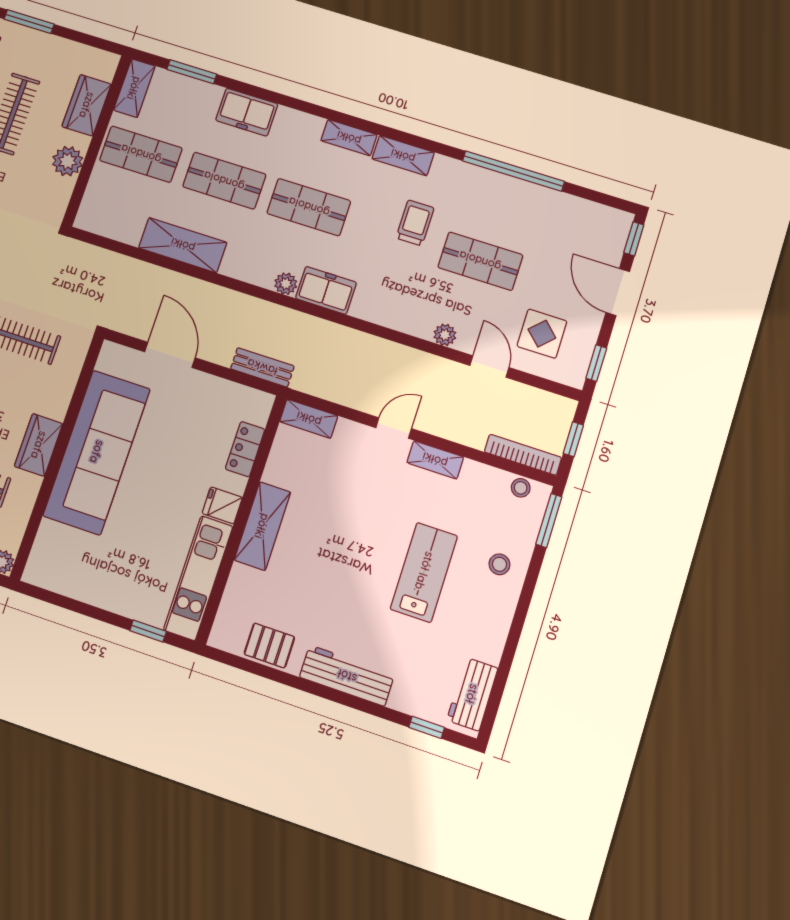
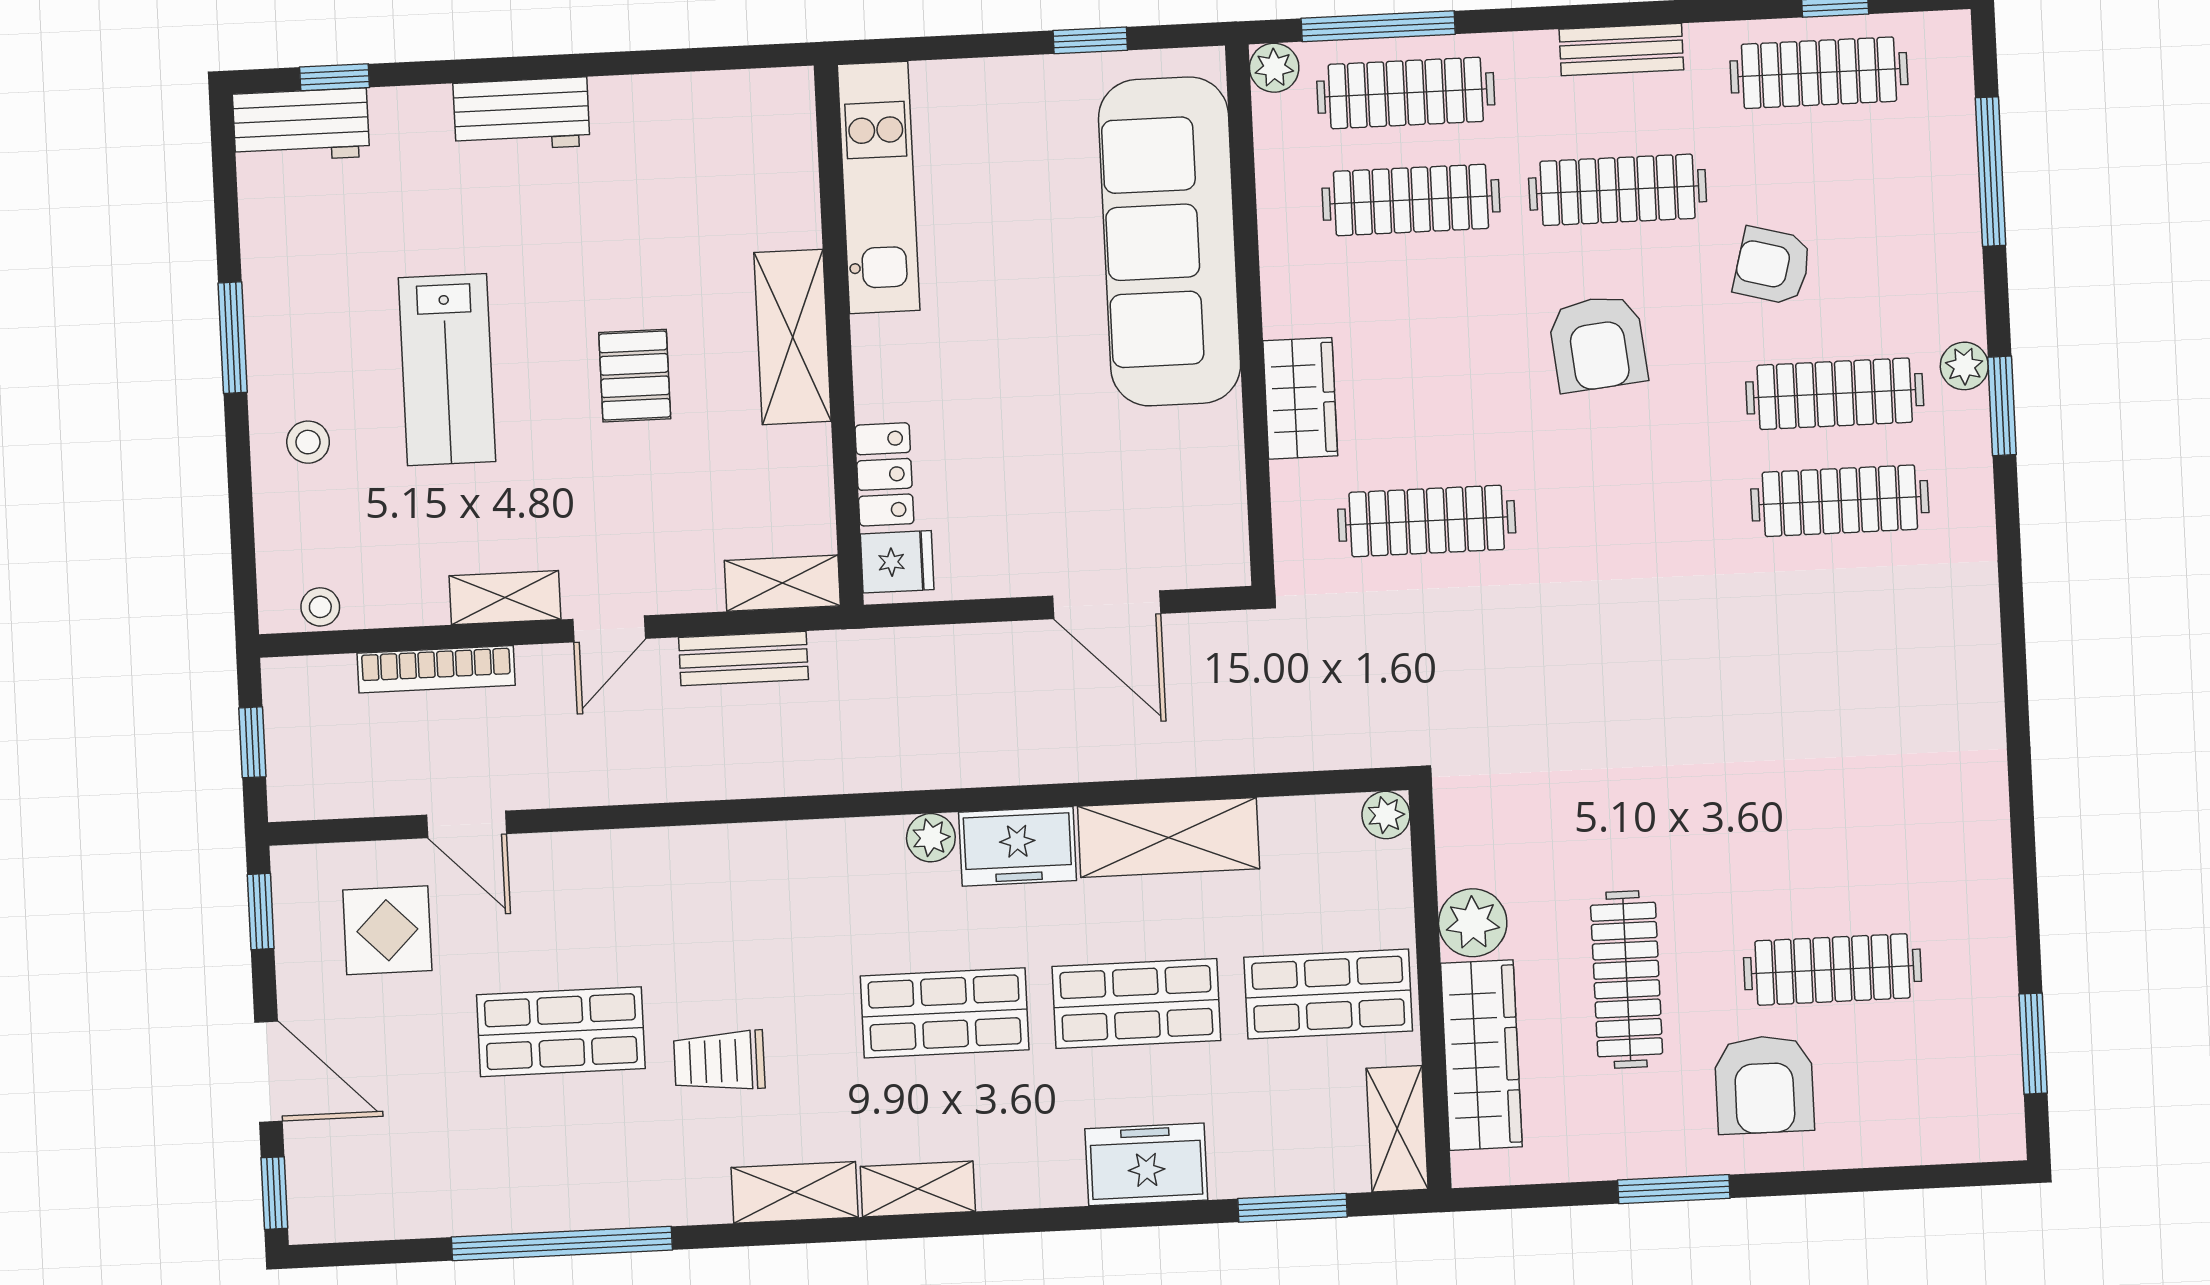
wardrobe: (87, 105) -> (1481, 1055), width x1.50
trolley: (415, 223) -> (719, 1061), turned 90
freezer: (326, 290) -> (1018, 846), moved
plant: (445, 335) -> (1386, 815), moved
bench: (262, 367) -> (743, 659), moved
wardrobe: (39, 445) -> (1300, 398), moved
sofa: (97, 452) -> (1170, 241), moved
bookcase: (523, 455) -> (436, 669), moved
fridge: (222, 505) -> (897, 562), moved
window: (549, 520) -> (233, 338), moved
window: (148, 631) -> (1090, 40), moved
pallet: (269, 646) -> (635, 376), moved, turned 90
workbench: (347, 676) -> (521, 115), width x0.73
workbench: (472, 694) -> (301, 125), moved, turned 90

